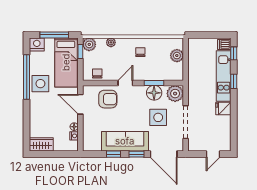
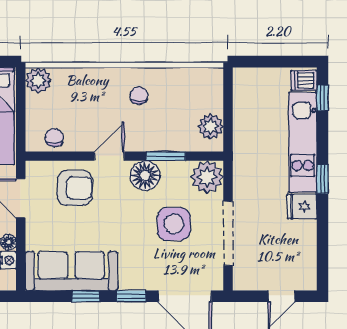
plant: (111, 42) -> (81, 76), removed
window: (80, 51) -> (21, 94), removed
plant: (177, 56) -> (211, 126), moved
window: (234, 81) -> (323, 179), moved
floor lamp: (154, 93) -> (145, 176), moved
sofa: (125, 141) -> (71, 271), moved

